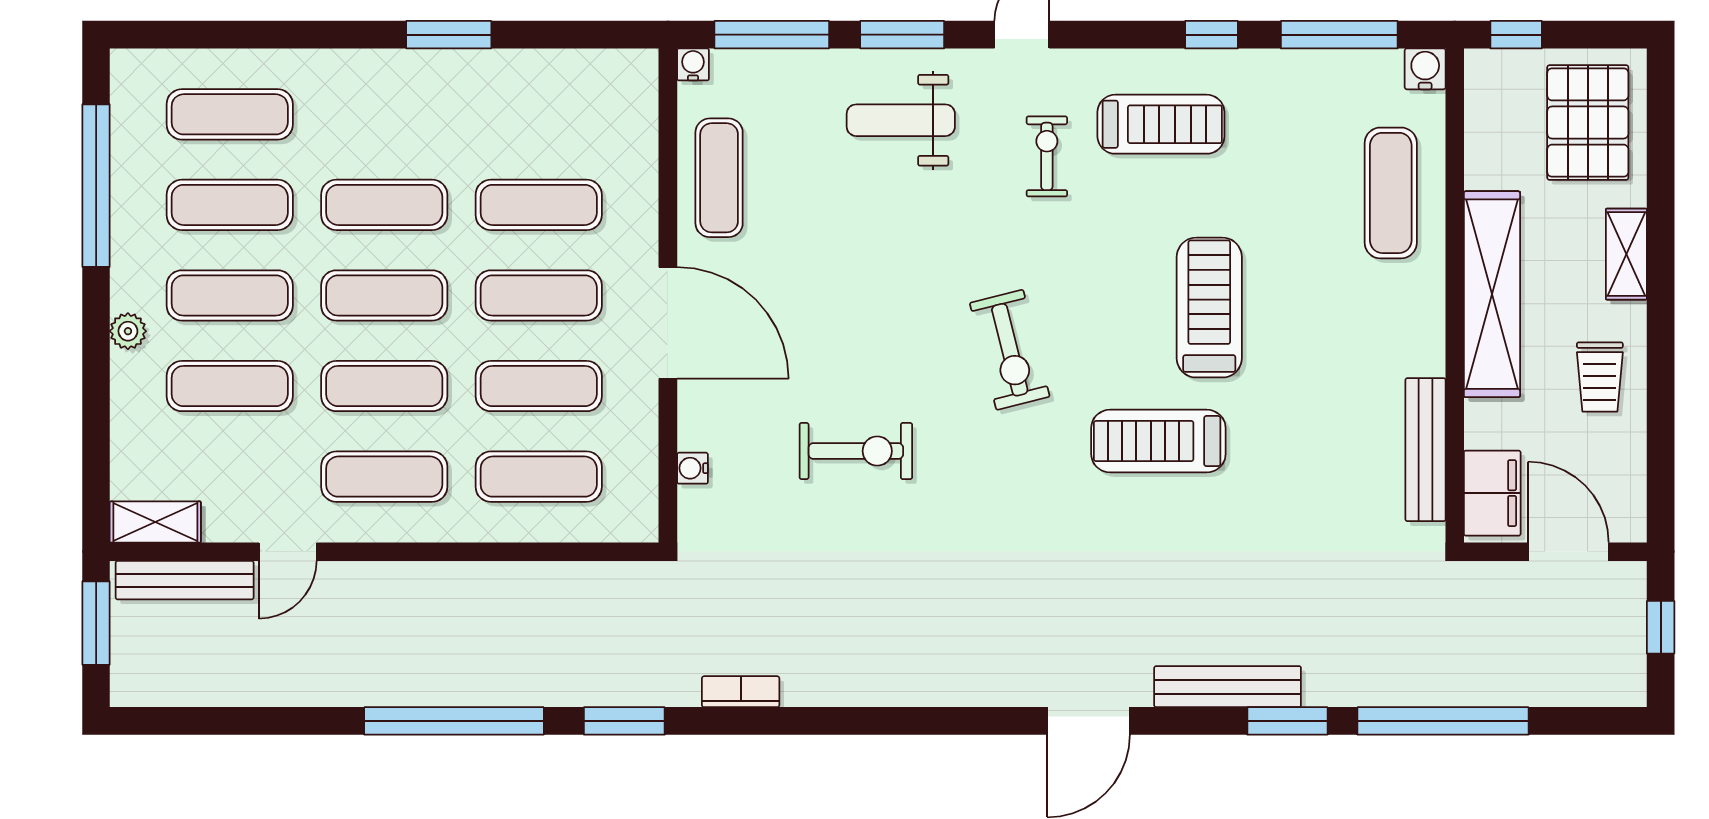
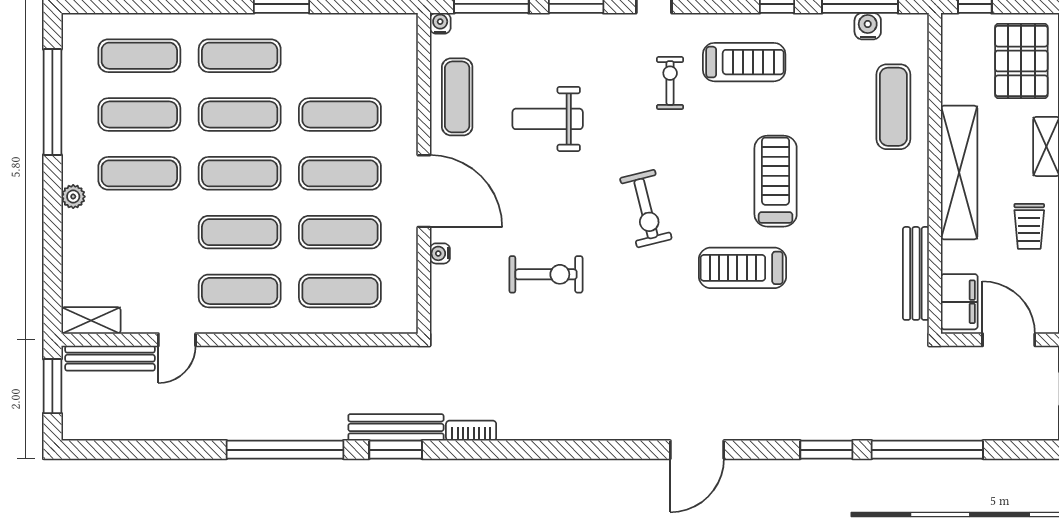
water cooler: (1425, 69) -> (868, 26), moved
weight bench: (901, 120) -> (548, 119), moved
exercise mat: (230, 386) -> (240, 56), moved
water cooler: (692, 468) -> (440, 253), moved
bench: (1228, 687) -> (396, 427), moved

